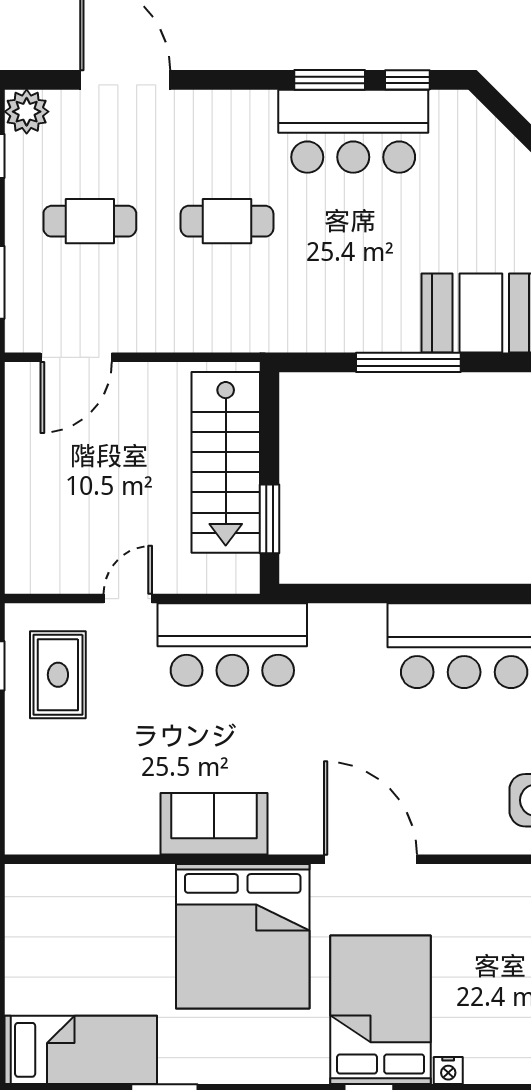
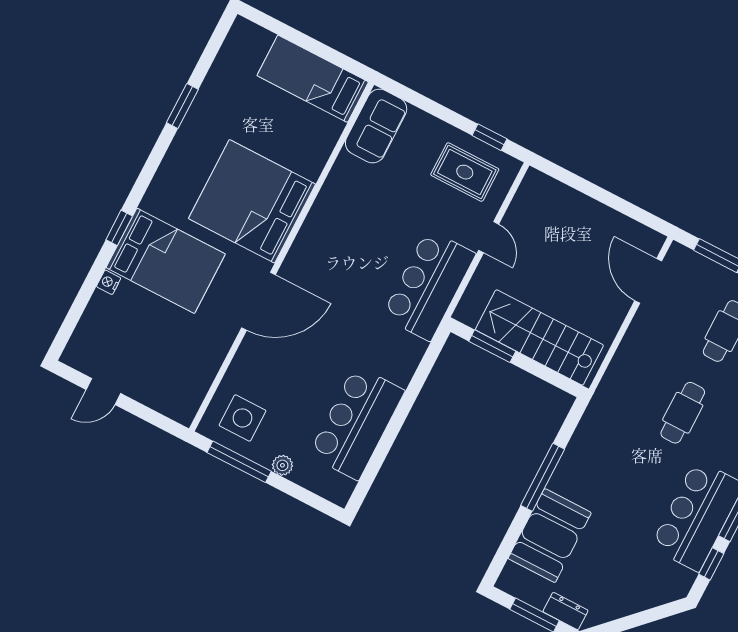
sofa: (214, 824) -> (376, 126), moved
bed: (81, 1050) -> (313, 79), moved, turned 90

